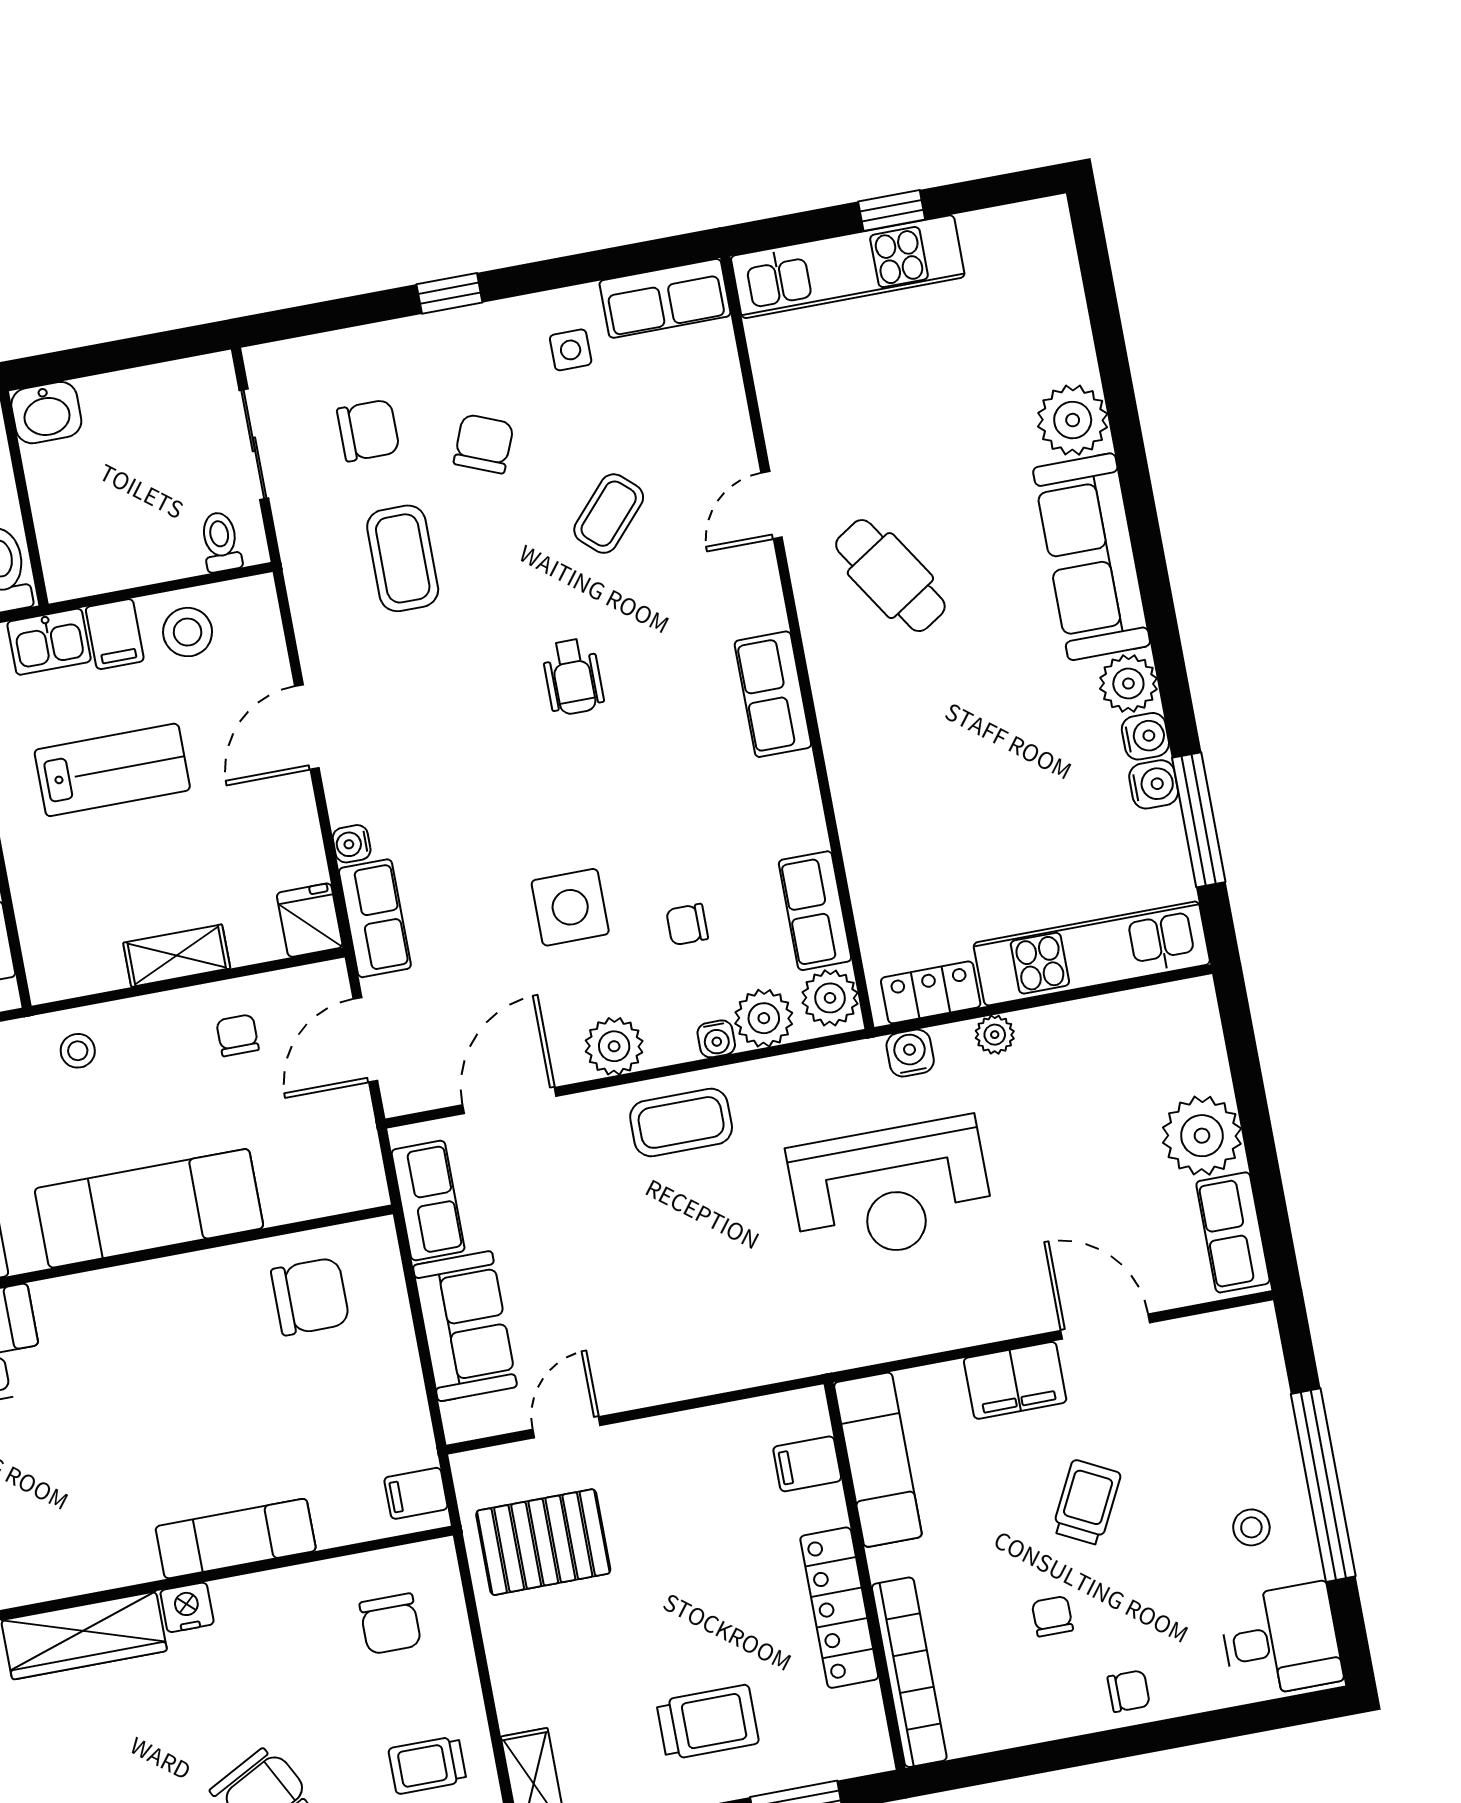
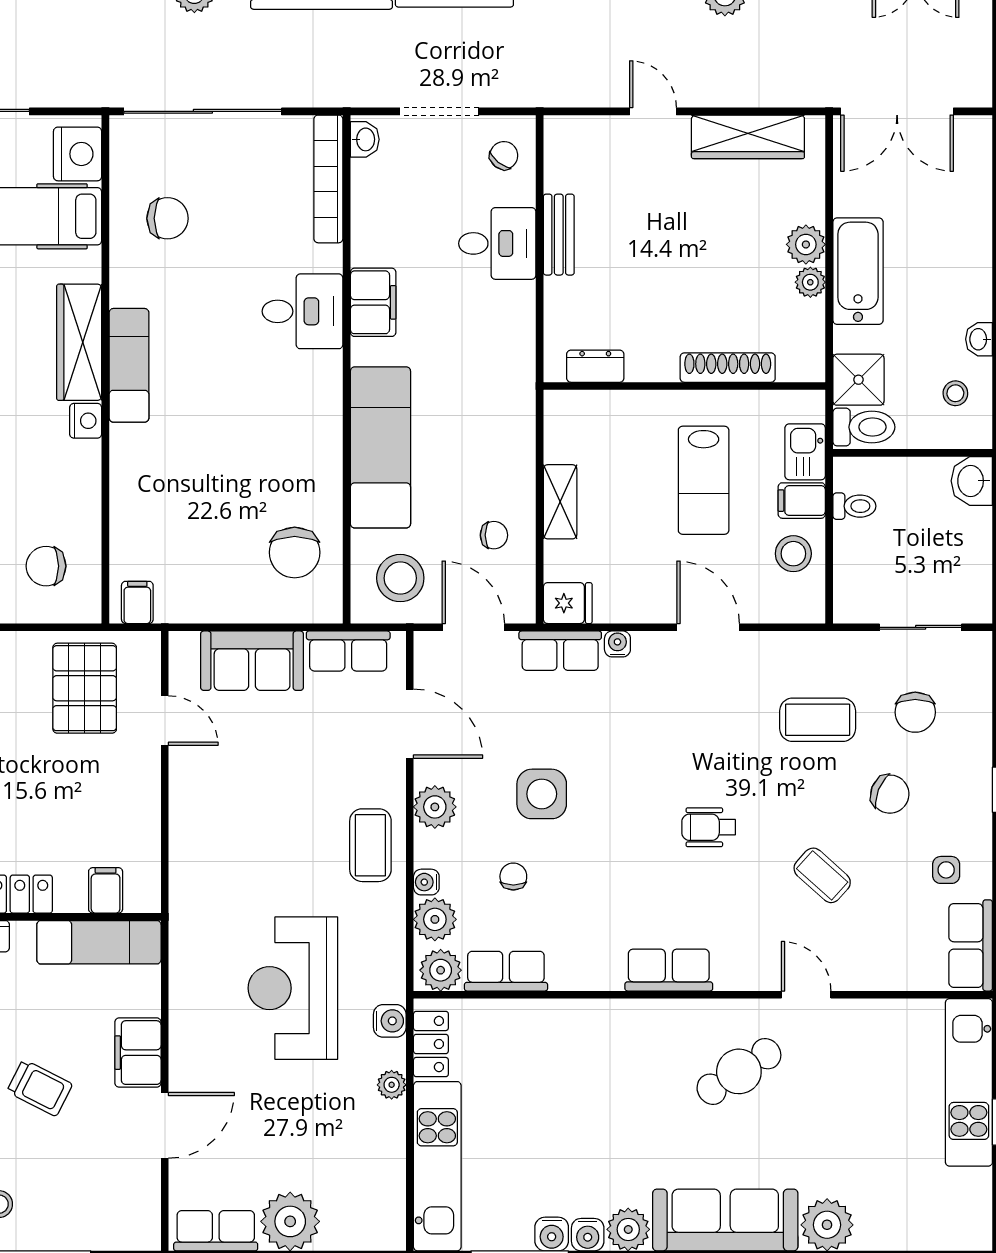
toilet: (221, 542) -> (854, 506), moved
stool: (78, 1051) -> (400, 578), moved, width x1.89, depth x1.89
exam couch: (236, 1539) -> (129, 365), moved

